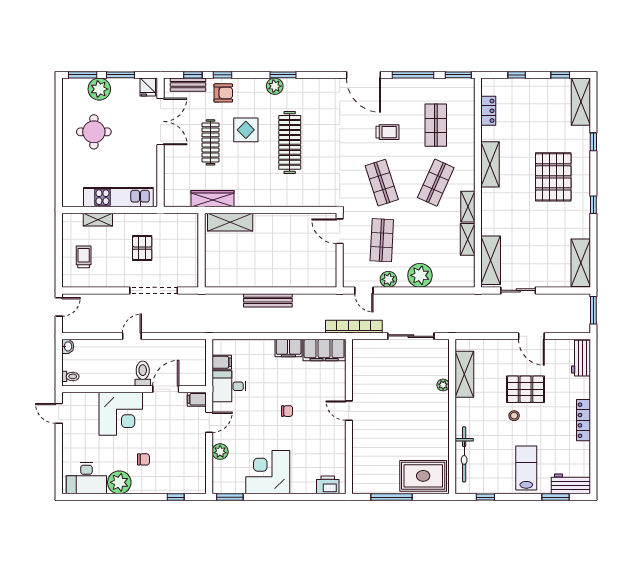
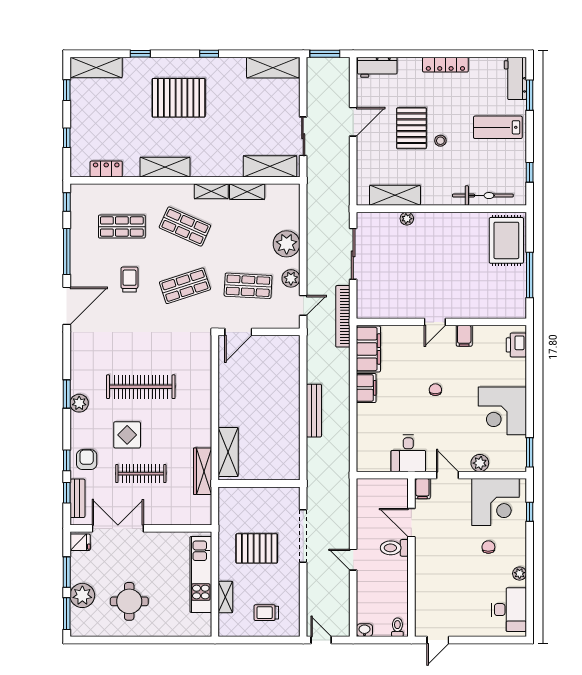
window: (458, 75) -> (67, 202), width x0.67
pallet: (142, 248) -> (257, 548), width x1.50, depth x1.42
filing cabinet: (222, 362) -> (464, 336), moved, turned 180
corner desk: (121, 414) -> (495, 502), moved, turned 90
plant: (119, 482) -> (520, 574), width x0.53, depth x0.53

